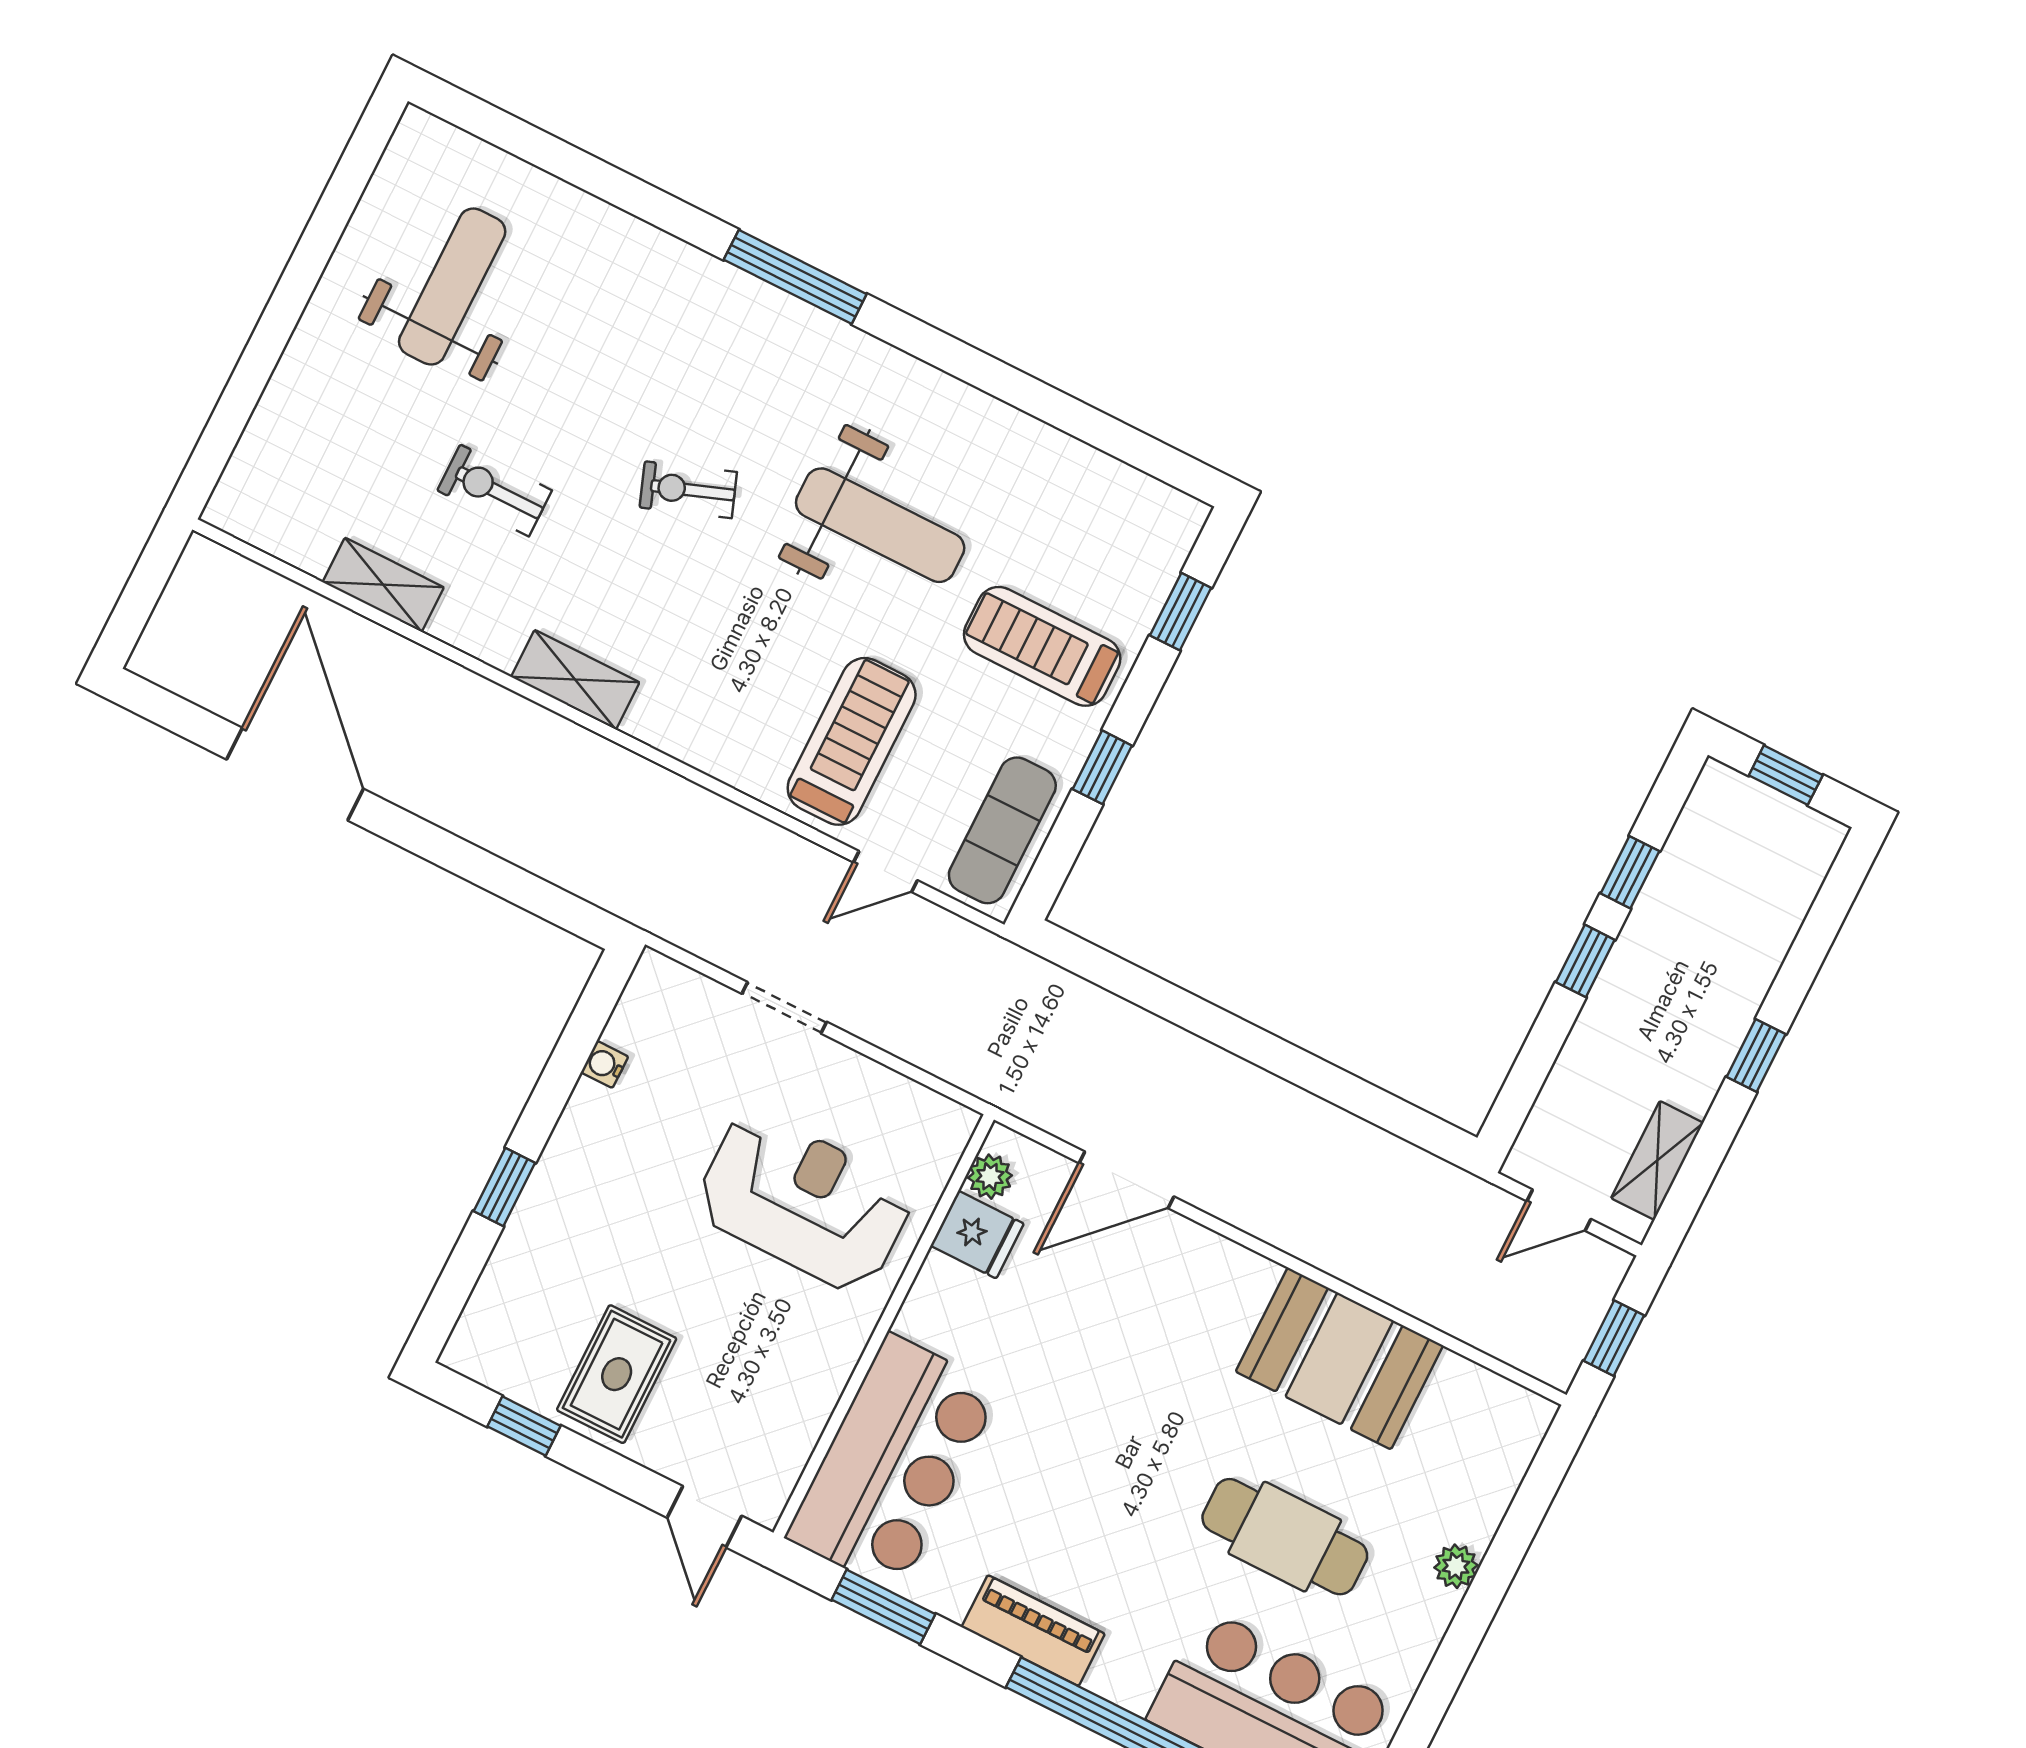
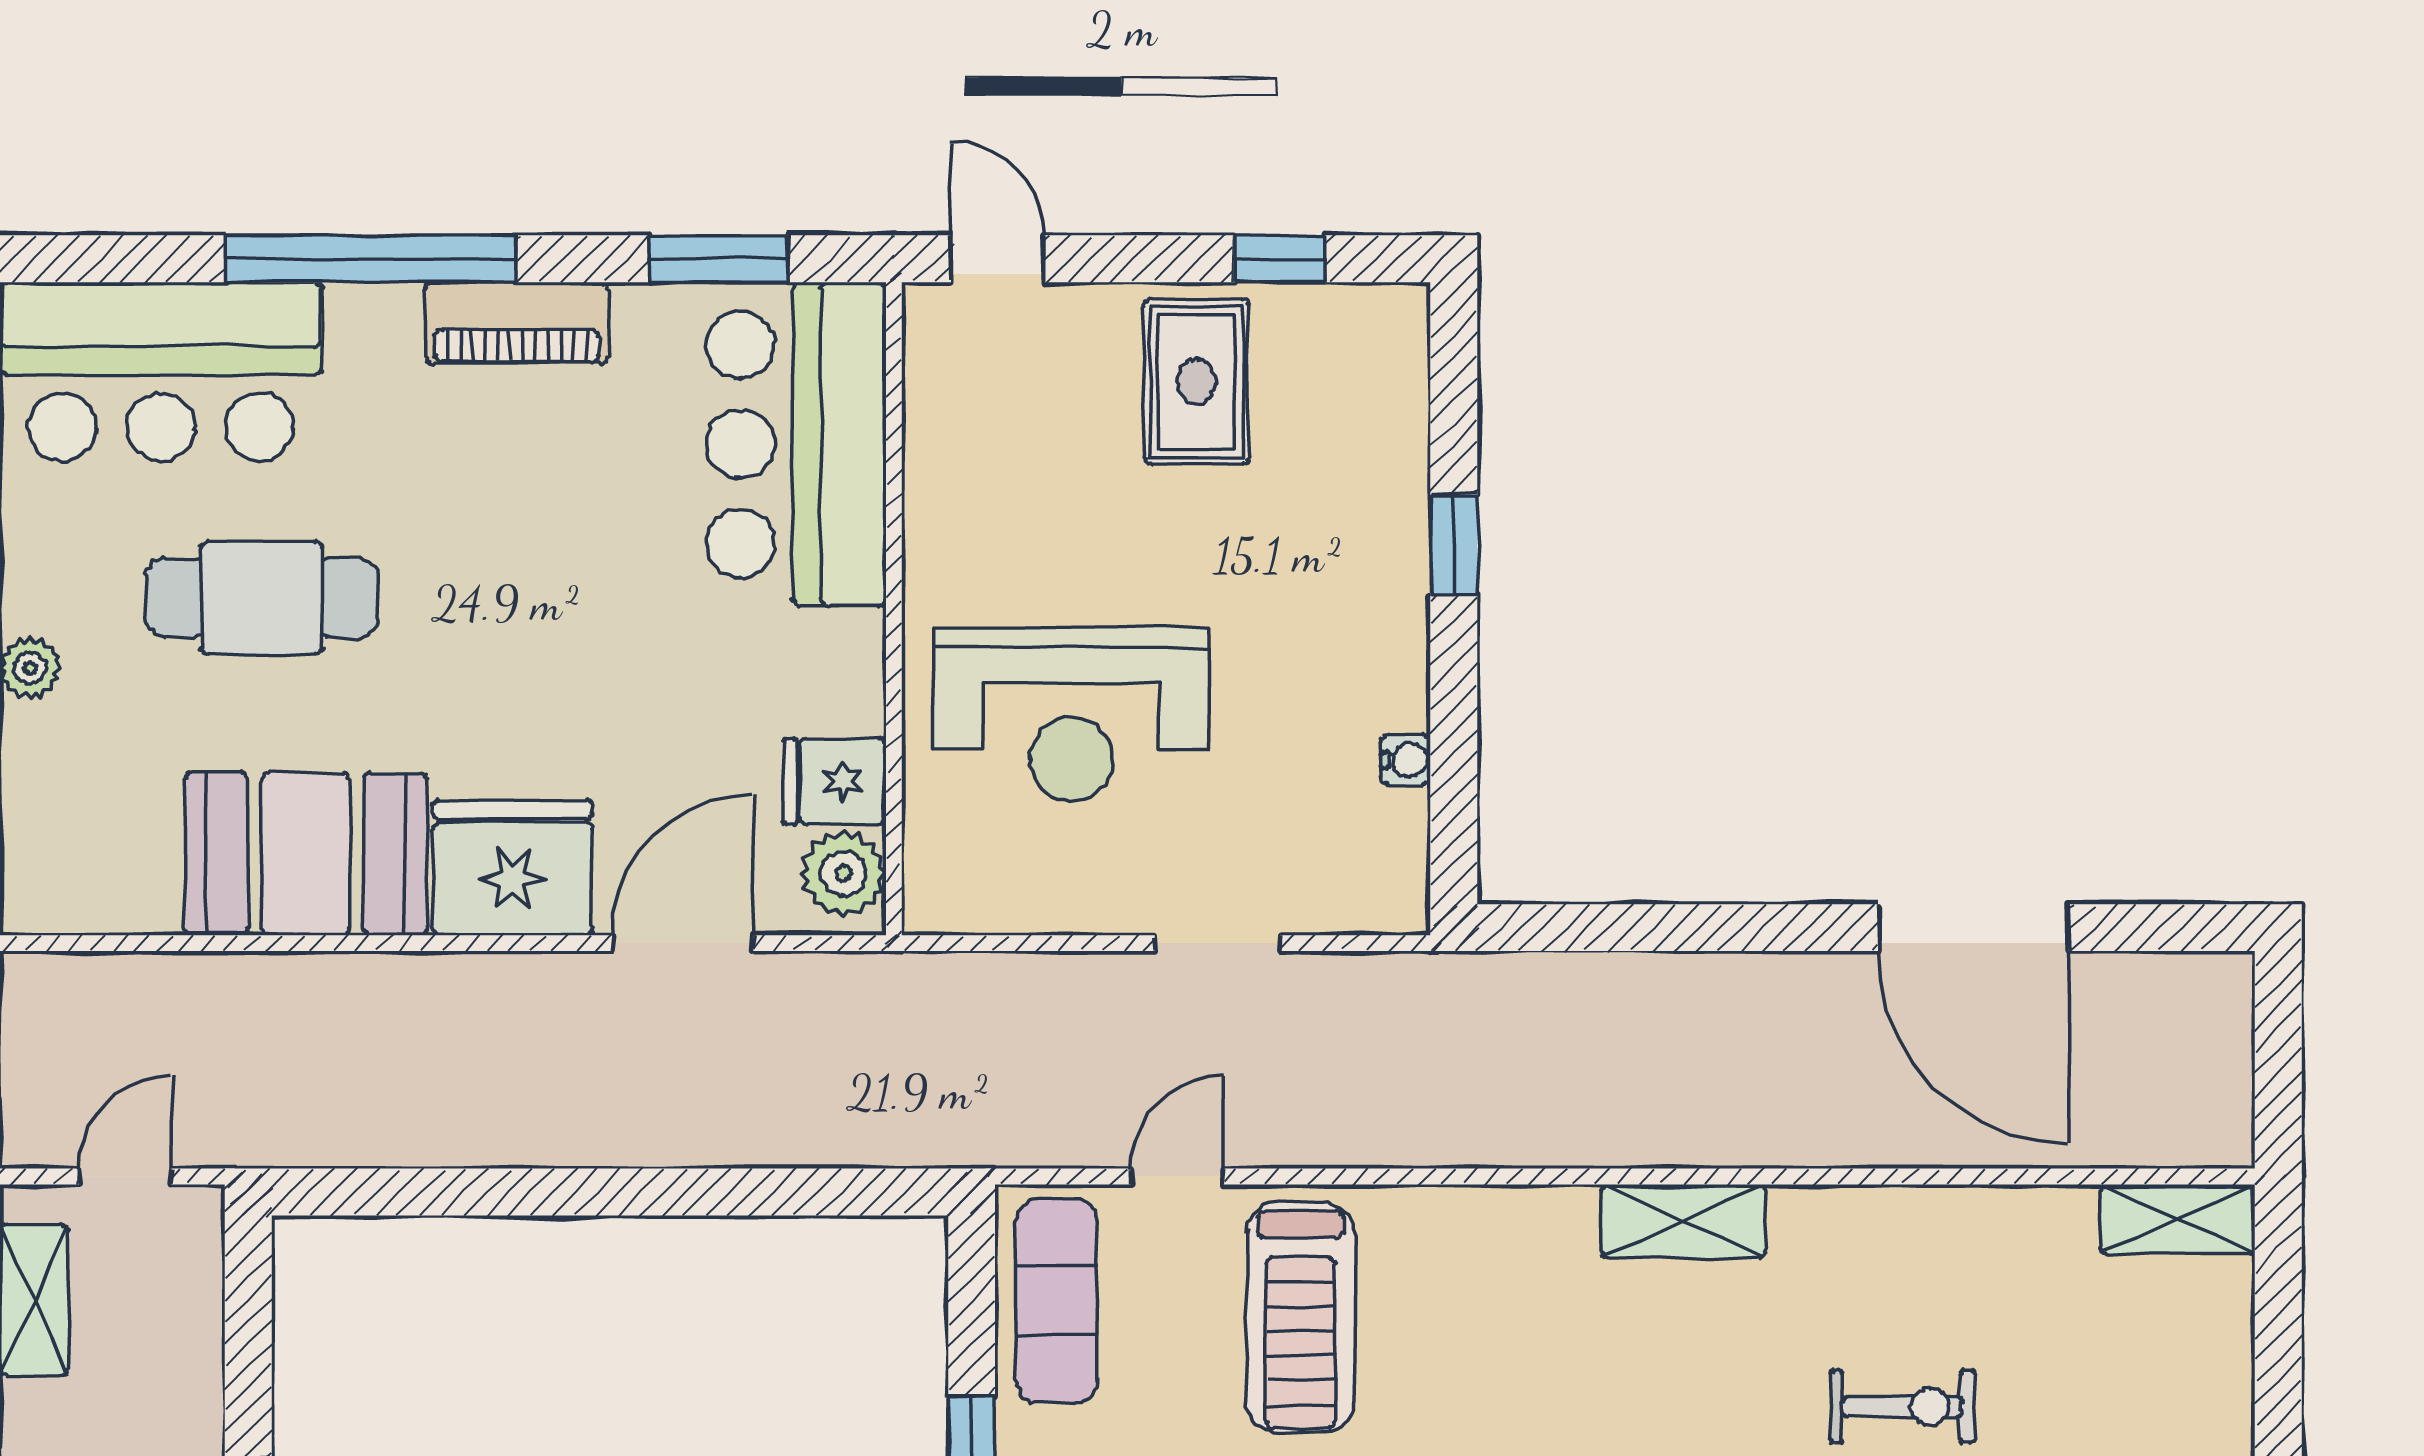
shelving: (383, 585) -> (2177, 1219), moved
plant: (990, 1177) -> (843, 873), width x1.38, depth x1.38
fridge: (1211, 1283) -> (513, 868), added

